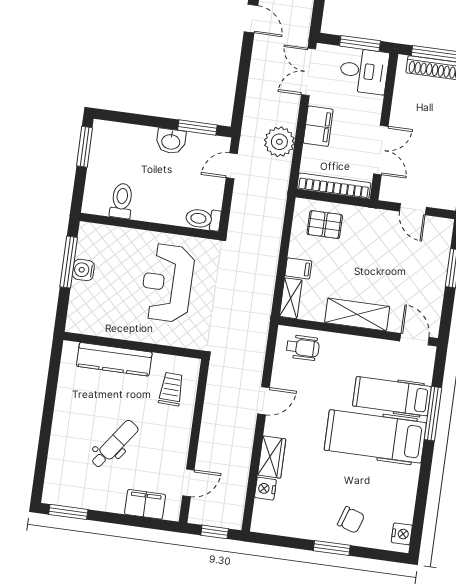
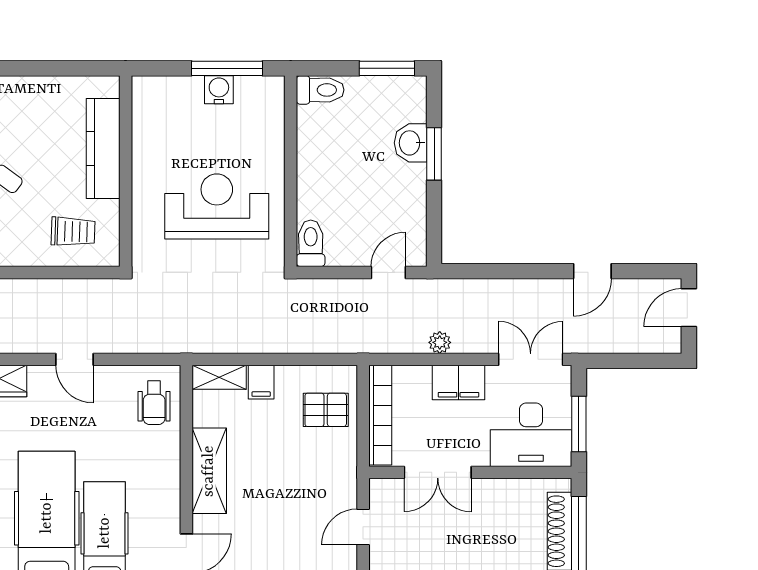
desk: (364, 71) -> (531, 435), width x1.37
window: (197, 128) -> (434, 154), moved
washbasin: (171, 141) -> (411, 143), moved
plant: (279, 142) -> (440, 342), width x0.53, depth x0.53
door: (232, 166) -> (388, 272), hinge flipped
toilet: (122, 201) -> (320, 90), moved
pallet: (325, 225) -> (326, 410), turned 90

